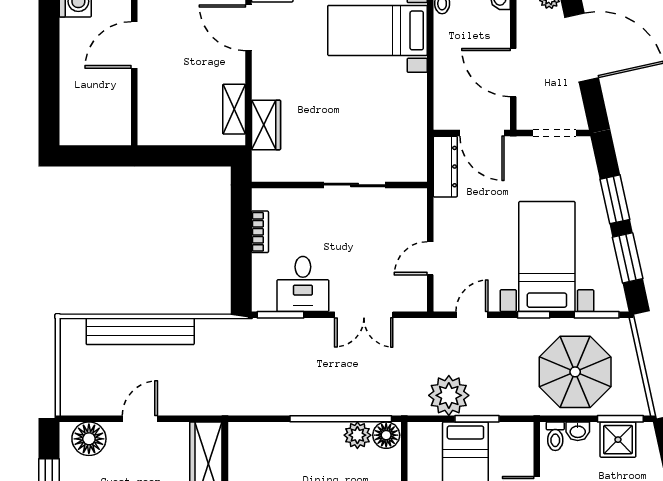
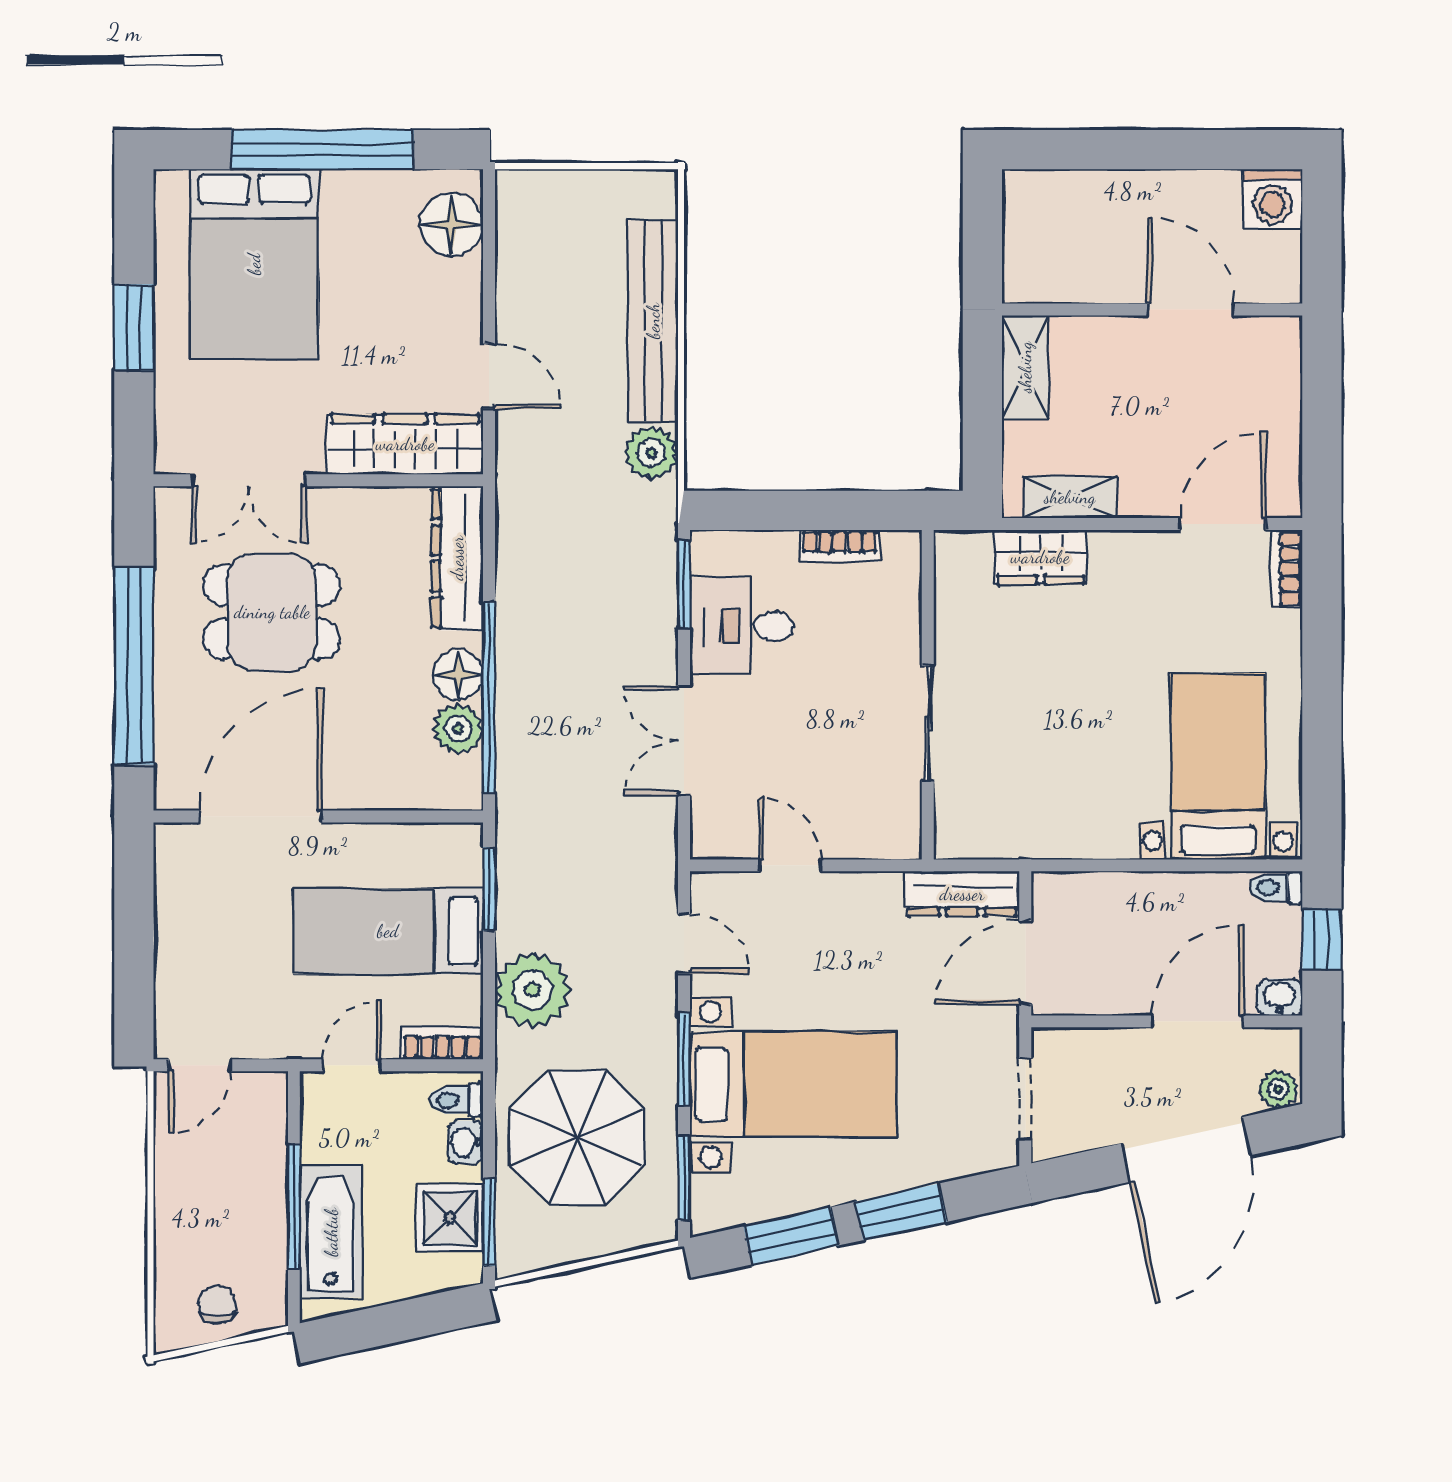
door: (513, 73) -> (1198, 1021), moved
shelving: (165, 133) -> (1025, 367), added
window: (534, 315) -> (684, 1059), width x1.50
plant: (210, 332) -> (651, 453), added
plant: (449, 395) -> (533, 990), moved
door: (140, 419) -> (489, 376), moved
window: (477, 419) -> (489, 889), moved
floor lamp: (386, 435) -> (458, 675), moved
dresser: (267, 436) -> (457, 558), added
bookcase: (525, 444) -> (442, 1043), added

